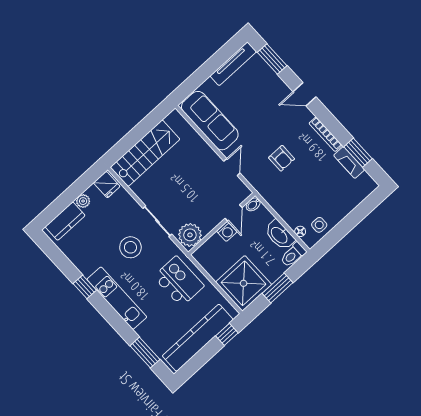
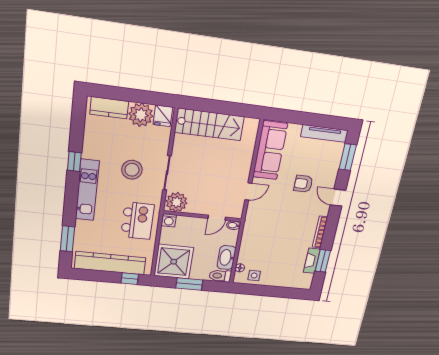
armchair: (282, 158) -> (303, 184), moved, turned 90
plant: (83, 201) -> (141, 115), width x1.87, depth x1.87
washing machine: (227, 231) -> (169, 220), moved

